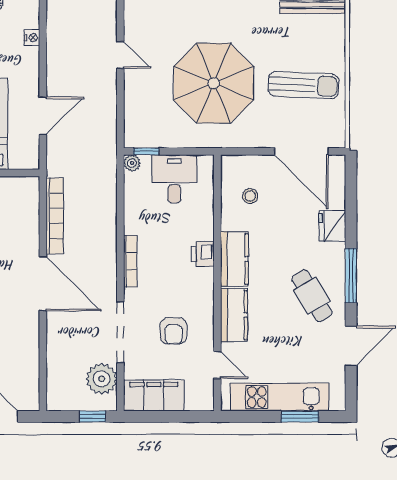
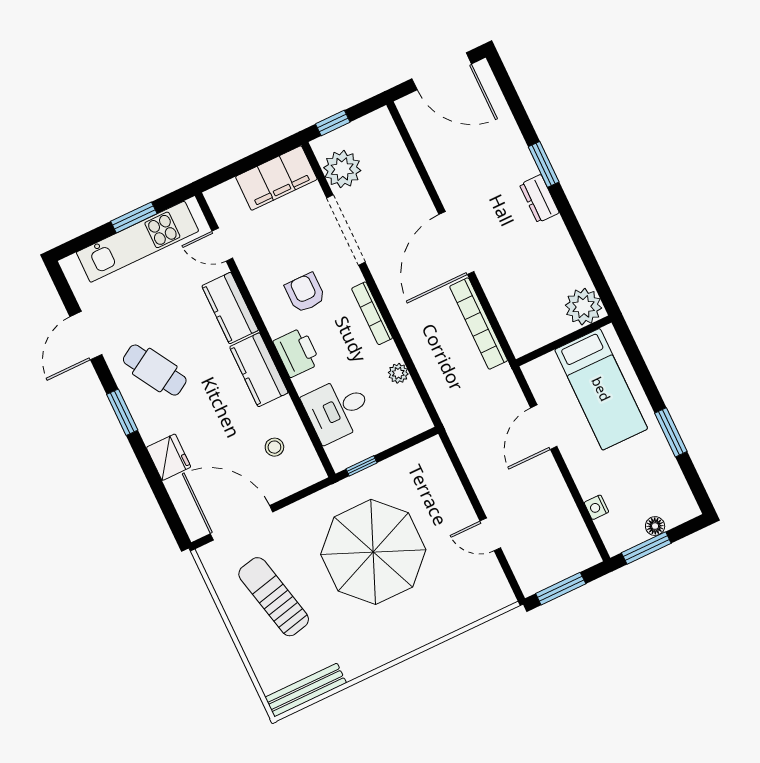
sun lounger: (304, 85) -> (274, 597), turned 74
window: (146, 151) -> (361, 466), moved
plant: (132, 163) -> (398, 373), moved
desk: (174, 179) -> (337, 409), moved, turned 90
printer: (203, 254) -> (297, 352), width x1.36, depth x1.24
window: (351, 276) -> (122, 412), width x0.69
door: (43, 284) -> (456, 243), hinge flipped
armchair: (174, 331) -> (305, 293), moved
window: (300, 416) -> (134, 217), moved

